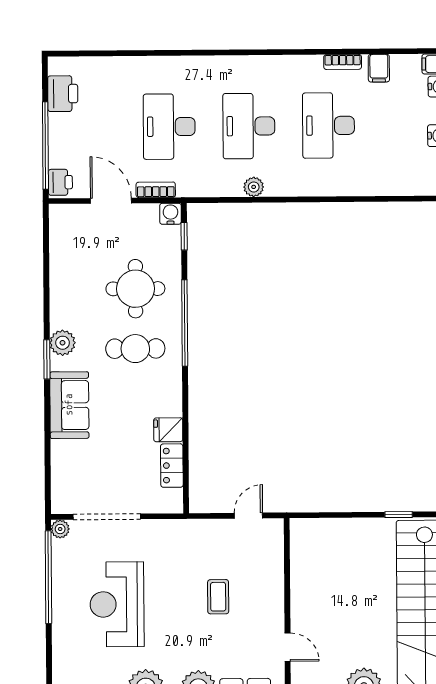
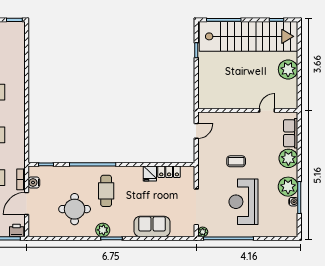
plant: (254, 187) -> (20, 127), removed
water cooler: (170, 214) -> (34, 183), moved
round table: (135, 289) -> (75, 209), moved
sofa: (69, 405) -> (152, 227), moved
door: (248, 516) -> (196, 131), swing flipped
coffee table: (218, 597) -> (236, 161), moved
reception desk: (117, 604) -> (243, 202), turned 90

